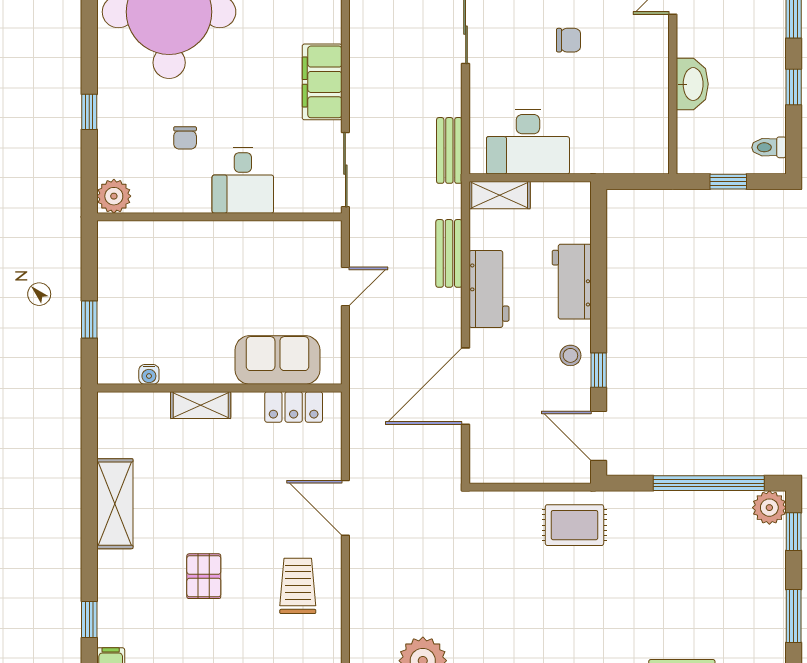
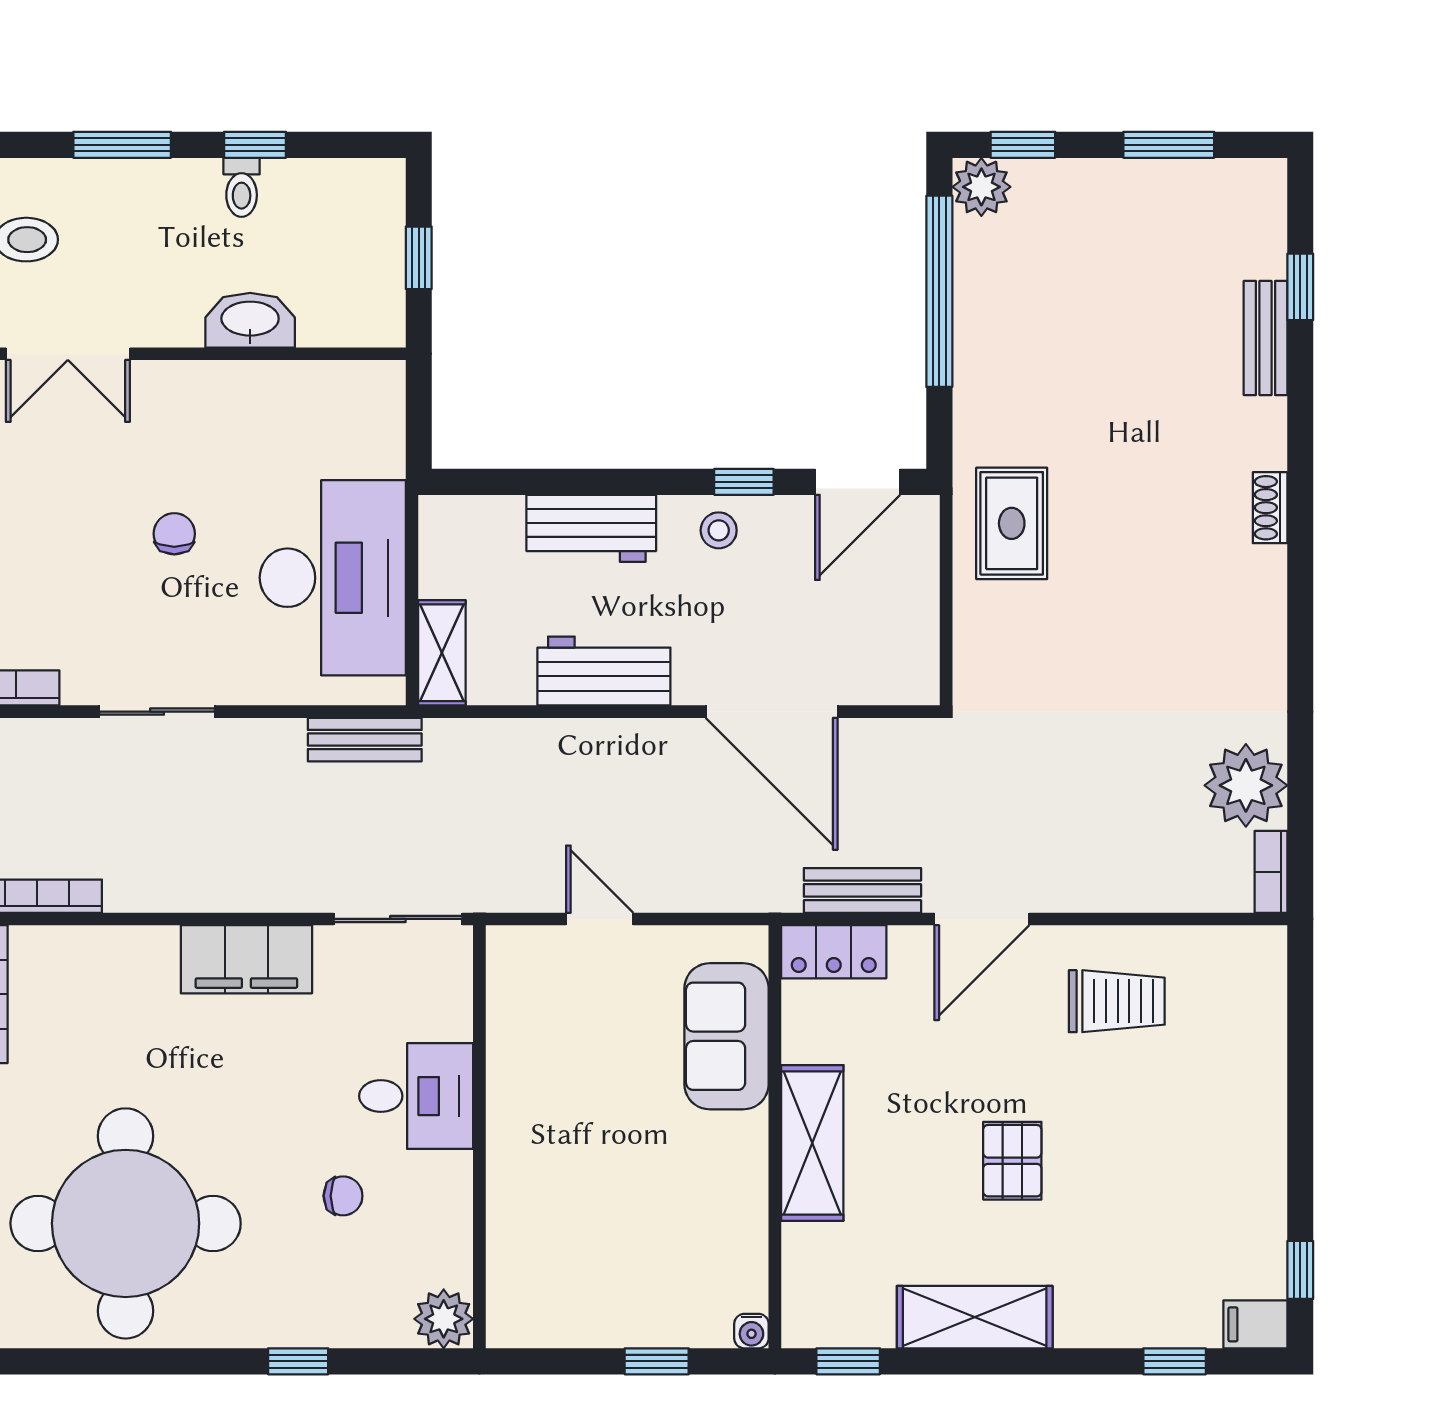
desk: (528, 142) -> (333, 578), width x1.36, depth x1.30
toilet: (769, 147) -> (242, 187), moved
bench: (449, 253) -> (862, 890), moved
water cooler: (149, 374) -> (751, 1331), moved, turned 90
shelving: (201, 405) -> (812, 1143), width x1.50, depth x1.33
locker: (294, 407) -> (834, 952), moved, turned 90
window: (89, 430) -> (848, 1361), added
pallet: (204, 576) -> (1012, 1161), moved, turned 90
trolley: (298, 586) -> (1117, 1001), turned 180

